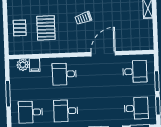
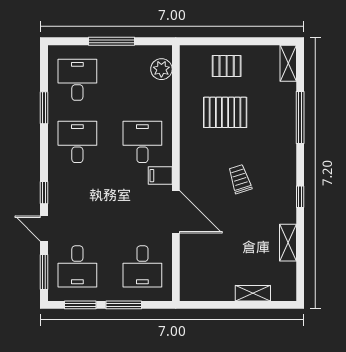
filing cabinet: (35, 65) -> (160, 176), moved

